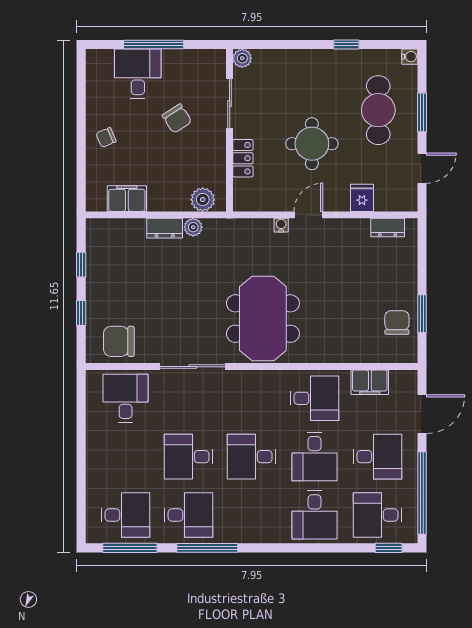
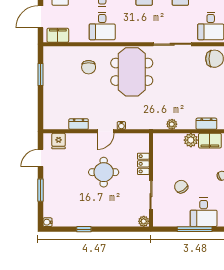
cafe table: (378, 110) -> (66, 191), removed
fridge: (362, 198) -> (59, 141), moved
plant: (203, 200) -> (191, 140), moved
dresser: (165, 228) -> (206, 124), moved
dresser: (388, 228) -> (79, 124), moved
chair: (397, 323) -> (89, 67), moved
filing cabinet: (370, 382) -> (58, 35), moved
desk: (315, 398) -> (102, 26), turned -90

